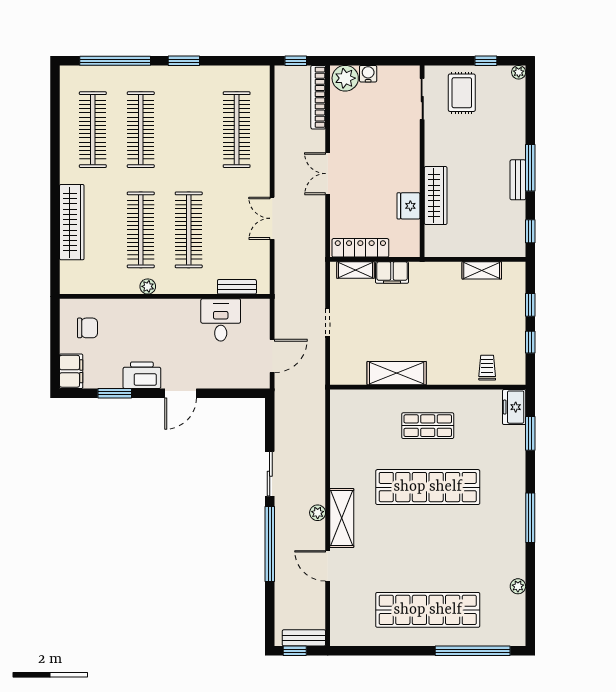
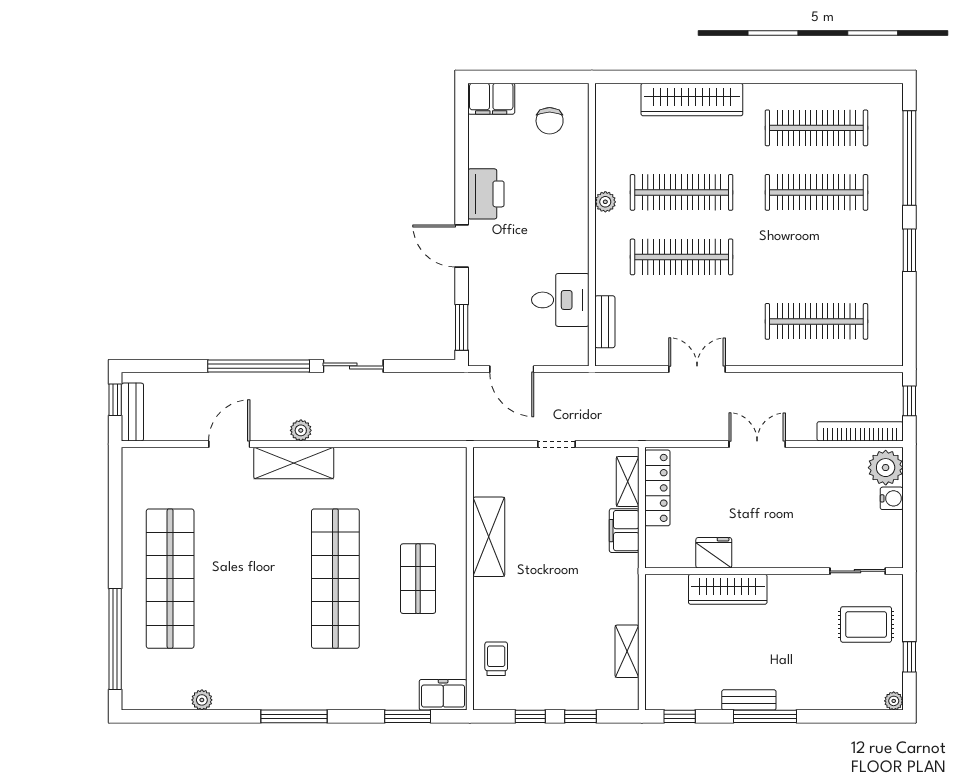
trolley: (487, 368) -> (496, 659), turned -90
window: (115, 393) -> (462, 327), moved

